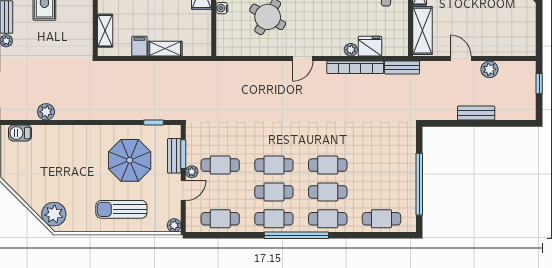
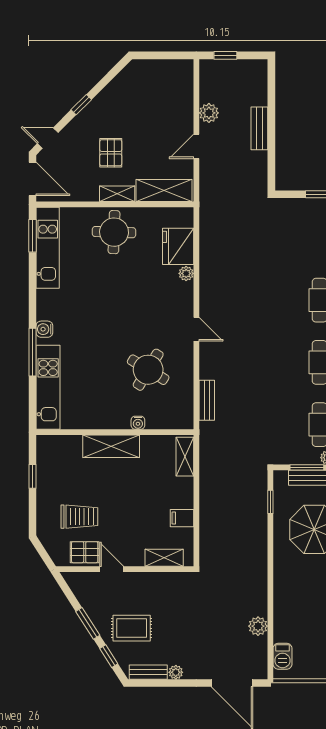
fridge: (370, 46) -> (178, 246), width x1.36, depth x1.34
shelving: (165, 49) -> (185, 457), moved
bookcase: (355, 67) -> (207, 268), removed
bench: (402, 68) -> (207, 400), moved

